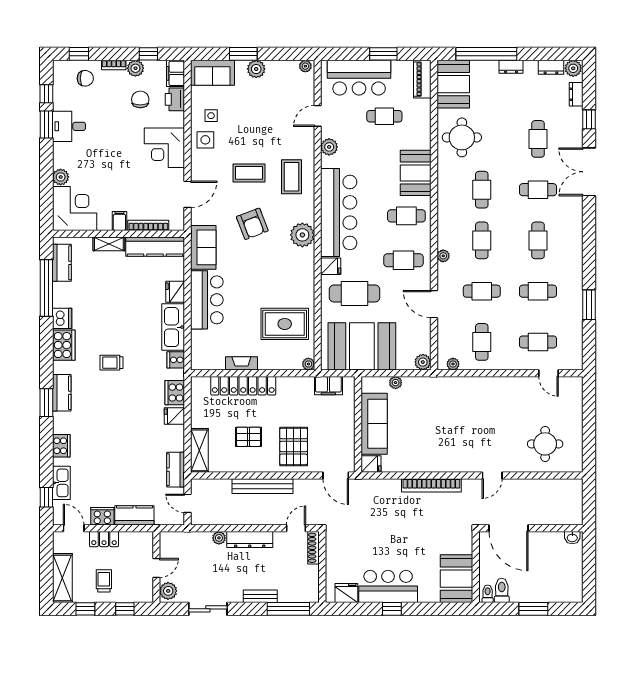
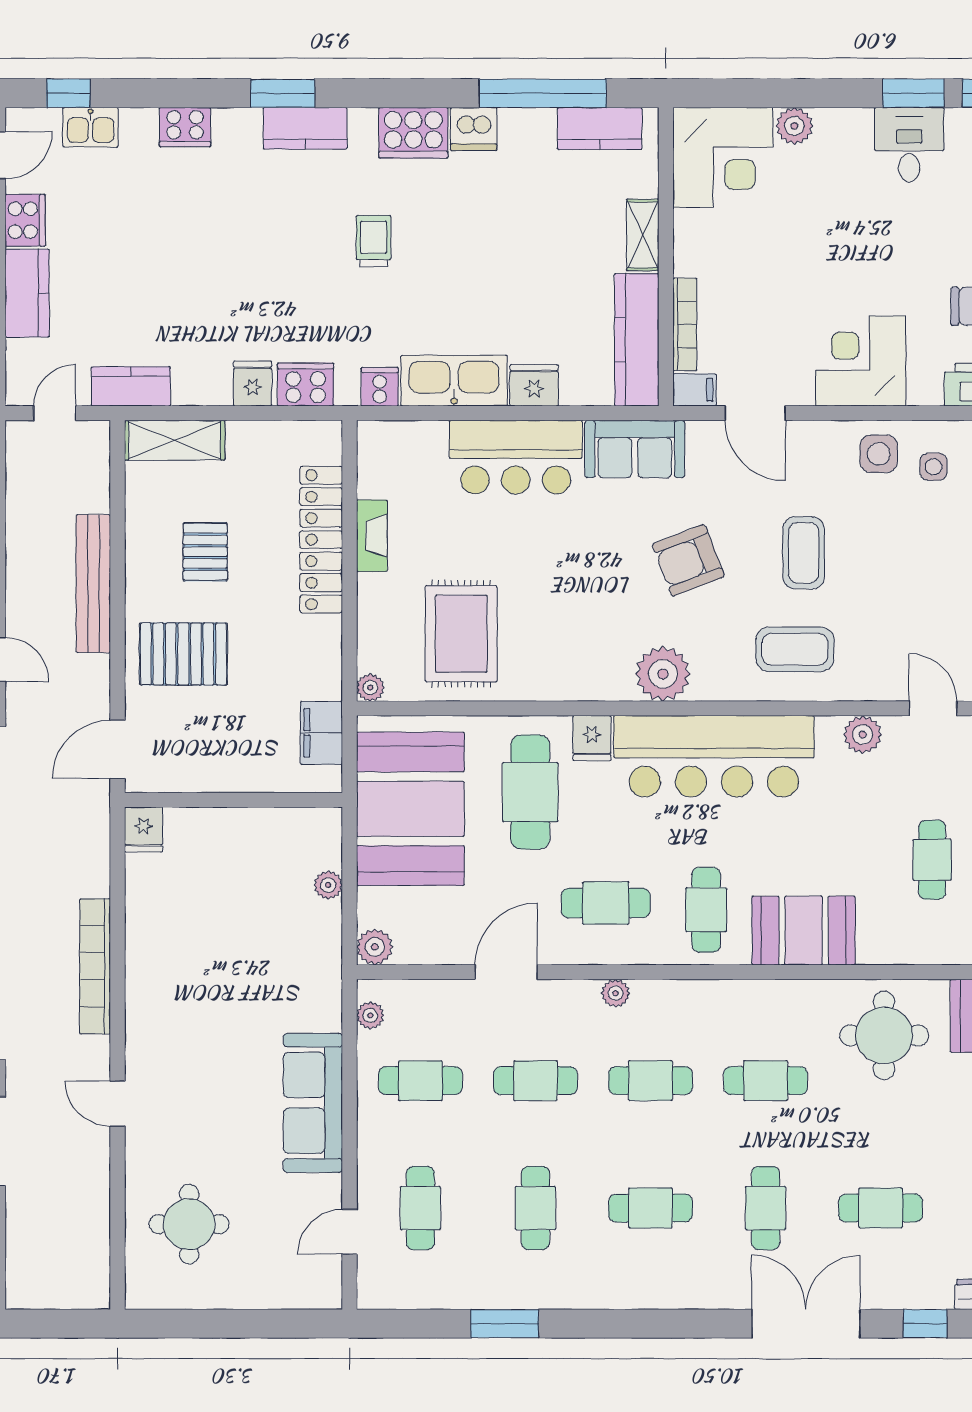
filing cabinet: (119, 221) -> (695, 390), moved
cafe table: (403, 260) -> (606, 903), turned 90
cafe table: (482, 291) -> (535, 1081), turned 90
sofa: (374, 424) -> (313, 1103), moved, turned 90
kitchen sink: (61, 483) -> (91, 127), width x0.73

